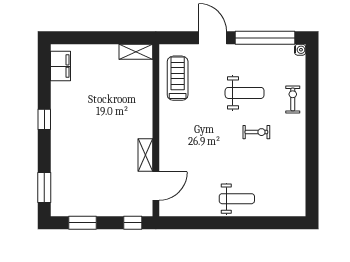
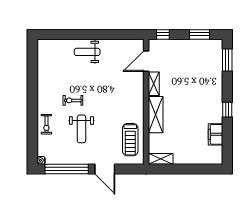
filing cabinet: (61, 66) -> (215, 134), moved
weight bench: (245, 93) -> (81, 129), turned -90
shelving: (143, 113) -> (156, 115), added

